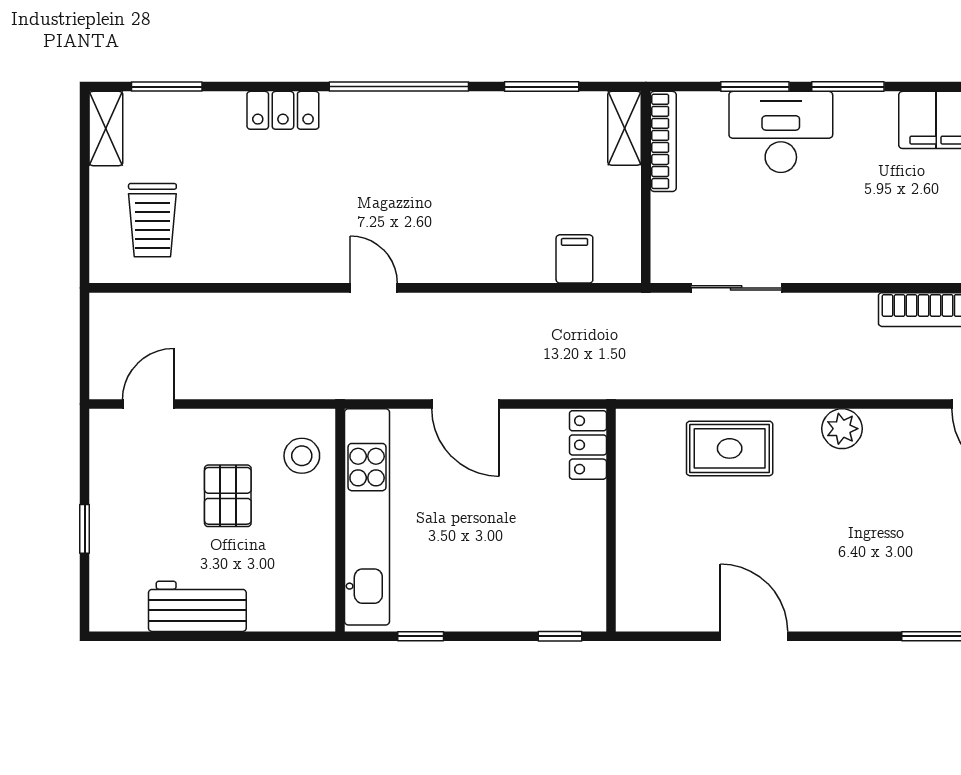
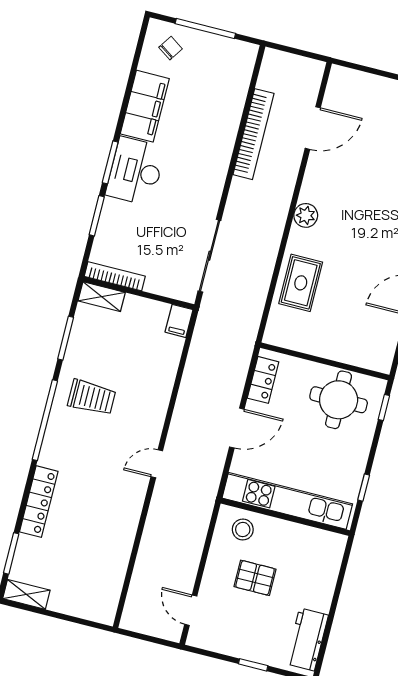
locker: (283, 110) -> (39, 502), width x1.53
desk: (781, 132) -> (136, 171), moved
trolley: (152, 220) -> (92, 397), moved
filing cabinet: (574, 259) -> (179, 321), moved, turned -90
sliding door: (736, 288) -> (209, 256), width x1.37
locker: (588, 445) -> (263, 380), moved, turned -90
round table: (554, 559) -> (339, 400), added
workbench: (197, 606) -> (307, 639), moved

